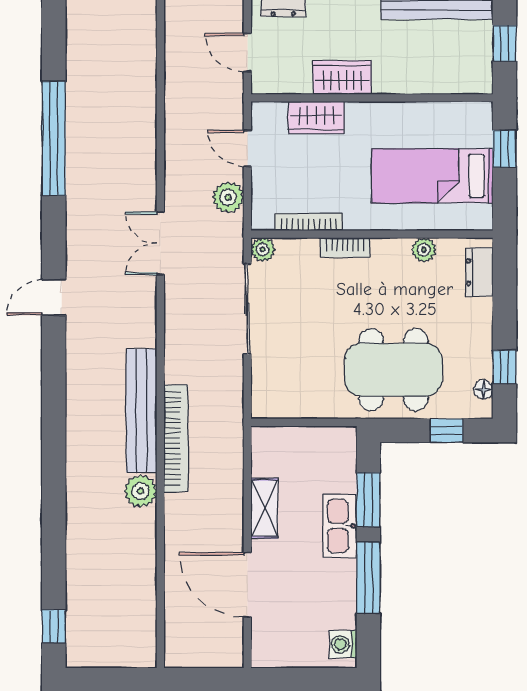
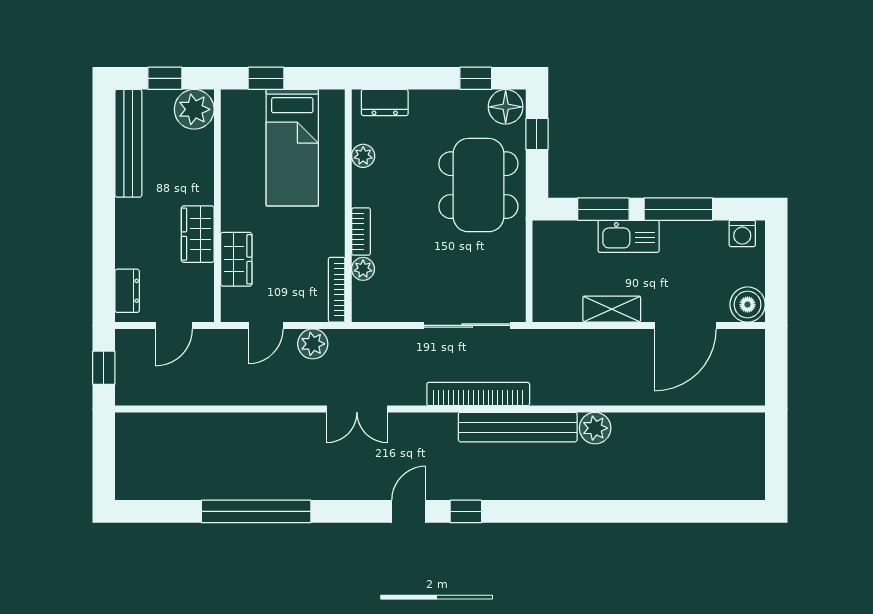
plant: (472, 74) -> (194, 109), added
bookcase: (309, 222) -> (337, 290), moved
plant: (263, 250) -> (363, 269), moved
door: (54, 297) -> (409, 511), swing flipped
sliding door: (247, 309) -> (467, 325), moved
floor lamp: (483, 389) -> (506, 107), width x1.89, depth x1.89
bookcase: (176, 438) -> (478, 394), moved
window: (54, 626) -> (466, 511), moved
boiler: (269, 650) -> (748, 305), added

